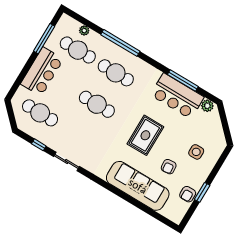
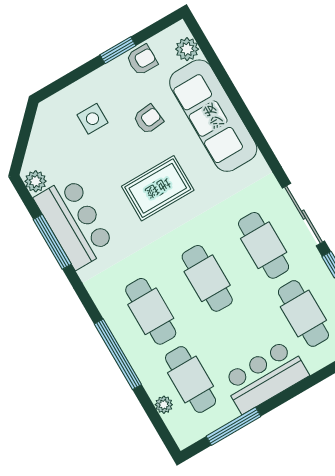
cafe table: (78, 136) -> (264, 245), added
sliding door: (67, 161) -> (304, 215), width x1.37
plant: (168, 212) -> (187, 49), added

